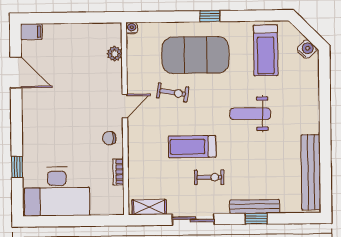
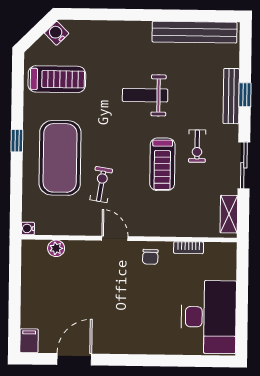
weight bench: (250, 114) -> (145, 95), moved, turned 90
window: (17, 167) -> (180, 361), removed
exercise bike: (209, 177) -> (197, 146), turned 180

